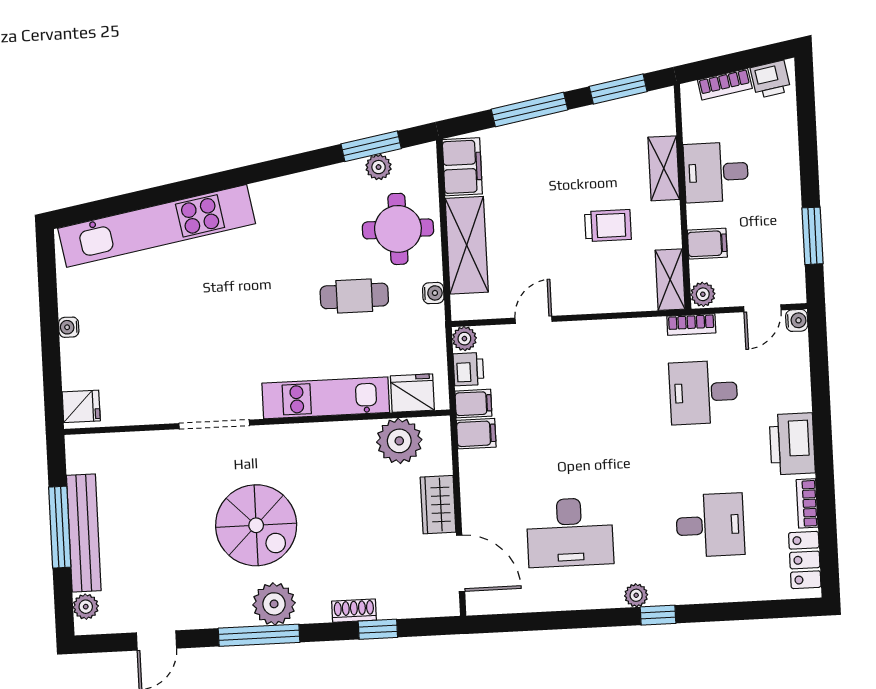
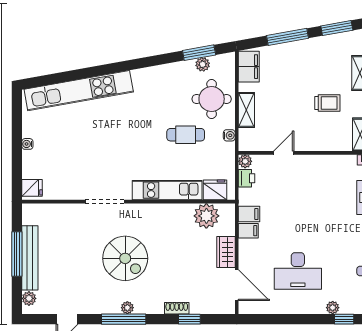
shelving: (467, 245) -> (246, 110), width x0.67, depth x0.75
filing cabinet: (473, 404) -> (248, 231), moved
plant: (274, 604) -> (127, 308), width x0.53, depth x0.53

